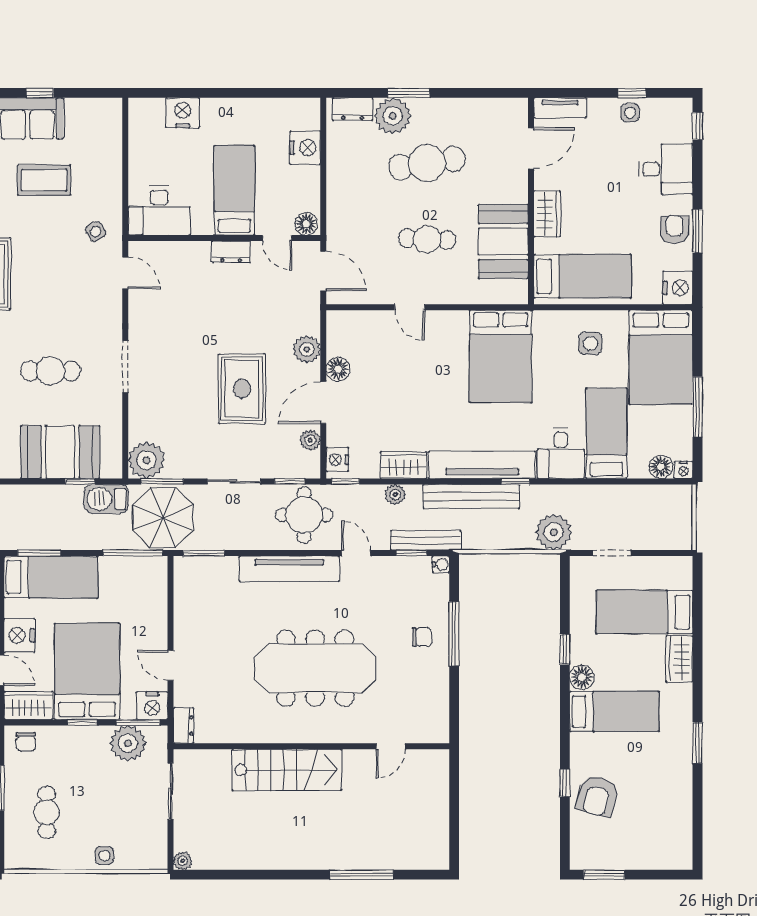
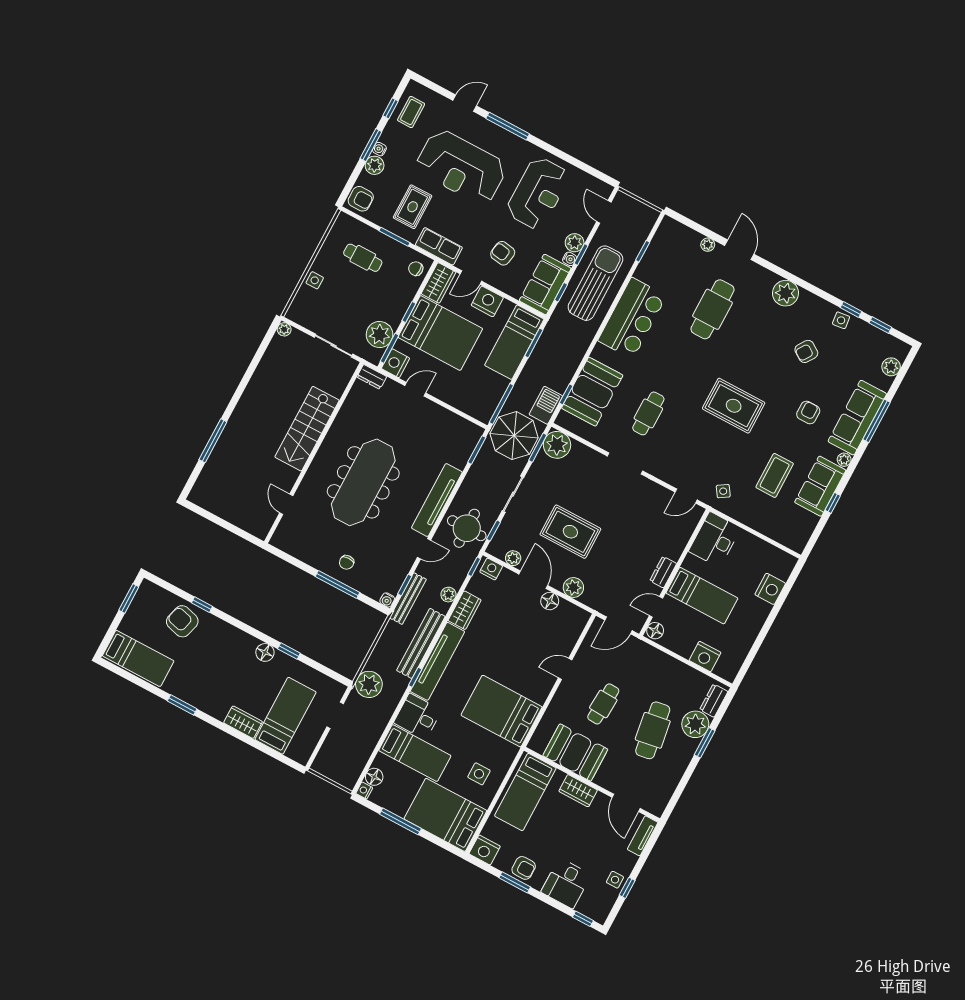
bed: (614, 711) -> (138, 658), moved, turned -90

